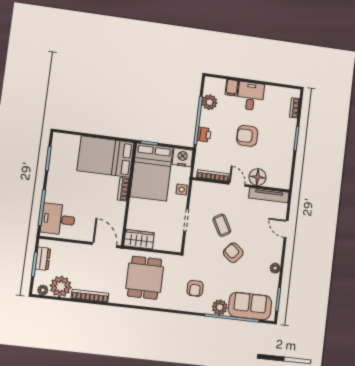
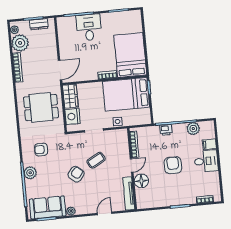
nightstand: (182, 157) -> (73, 116), moved, turned 180
desk: (58, 219) -> (89, 27), moved
sofa: (250, 306) -> (48, 207), moved, turned -90

